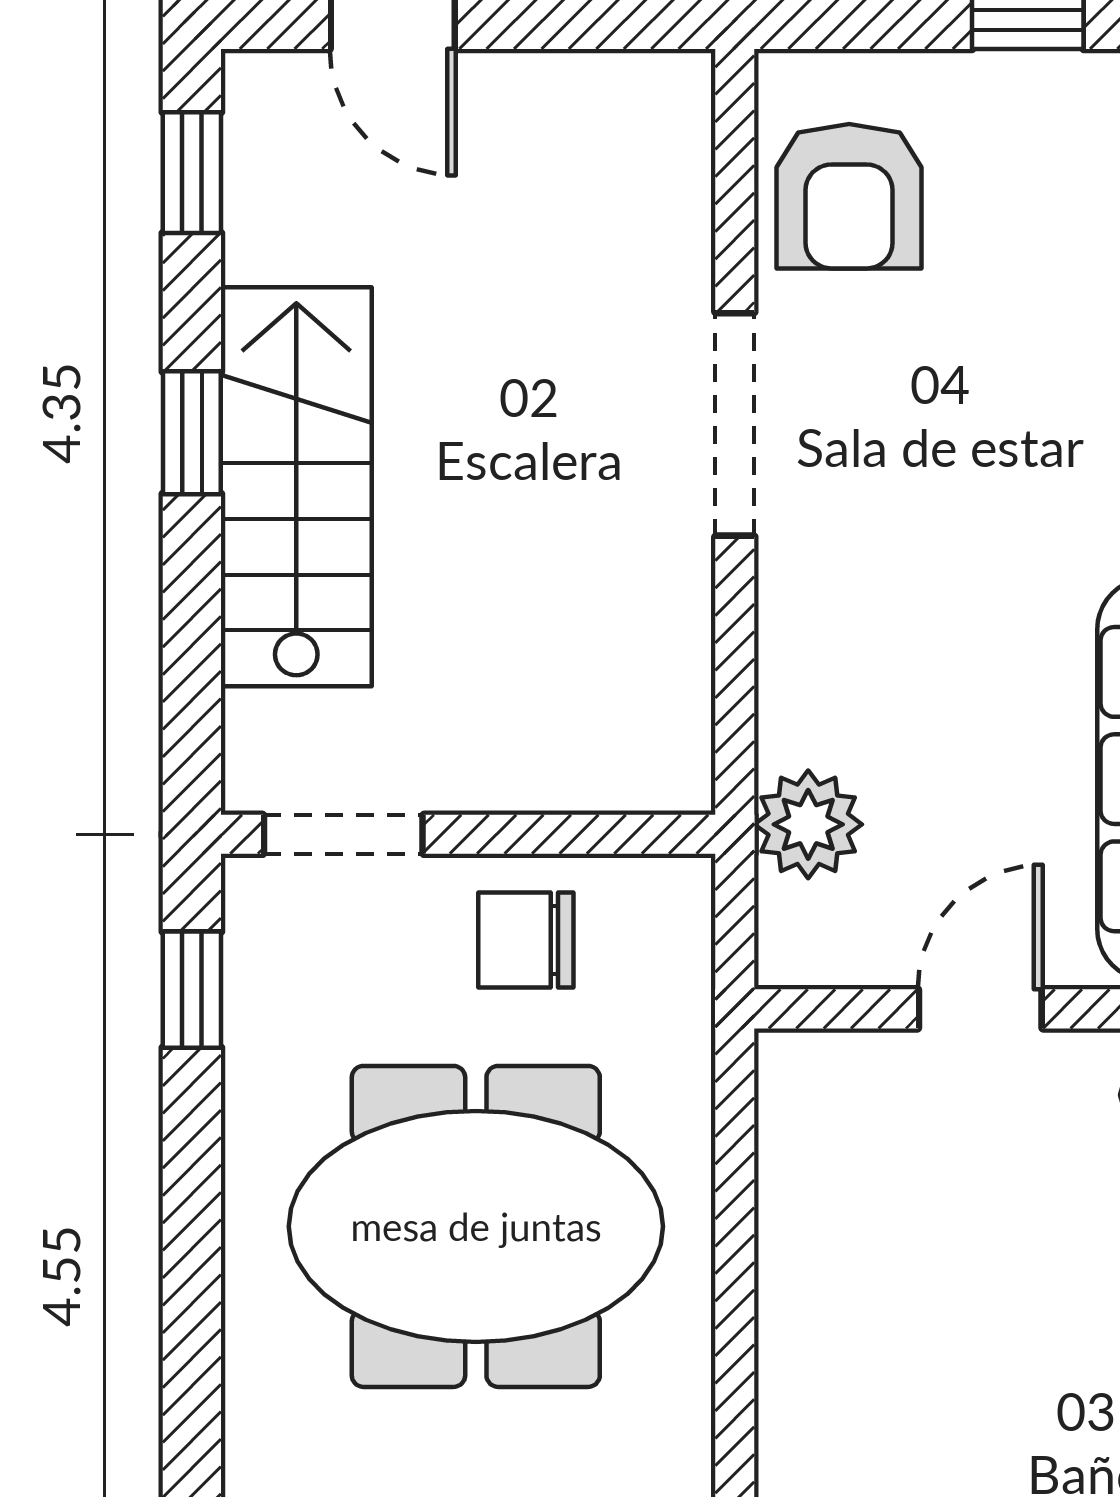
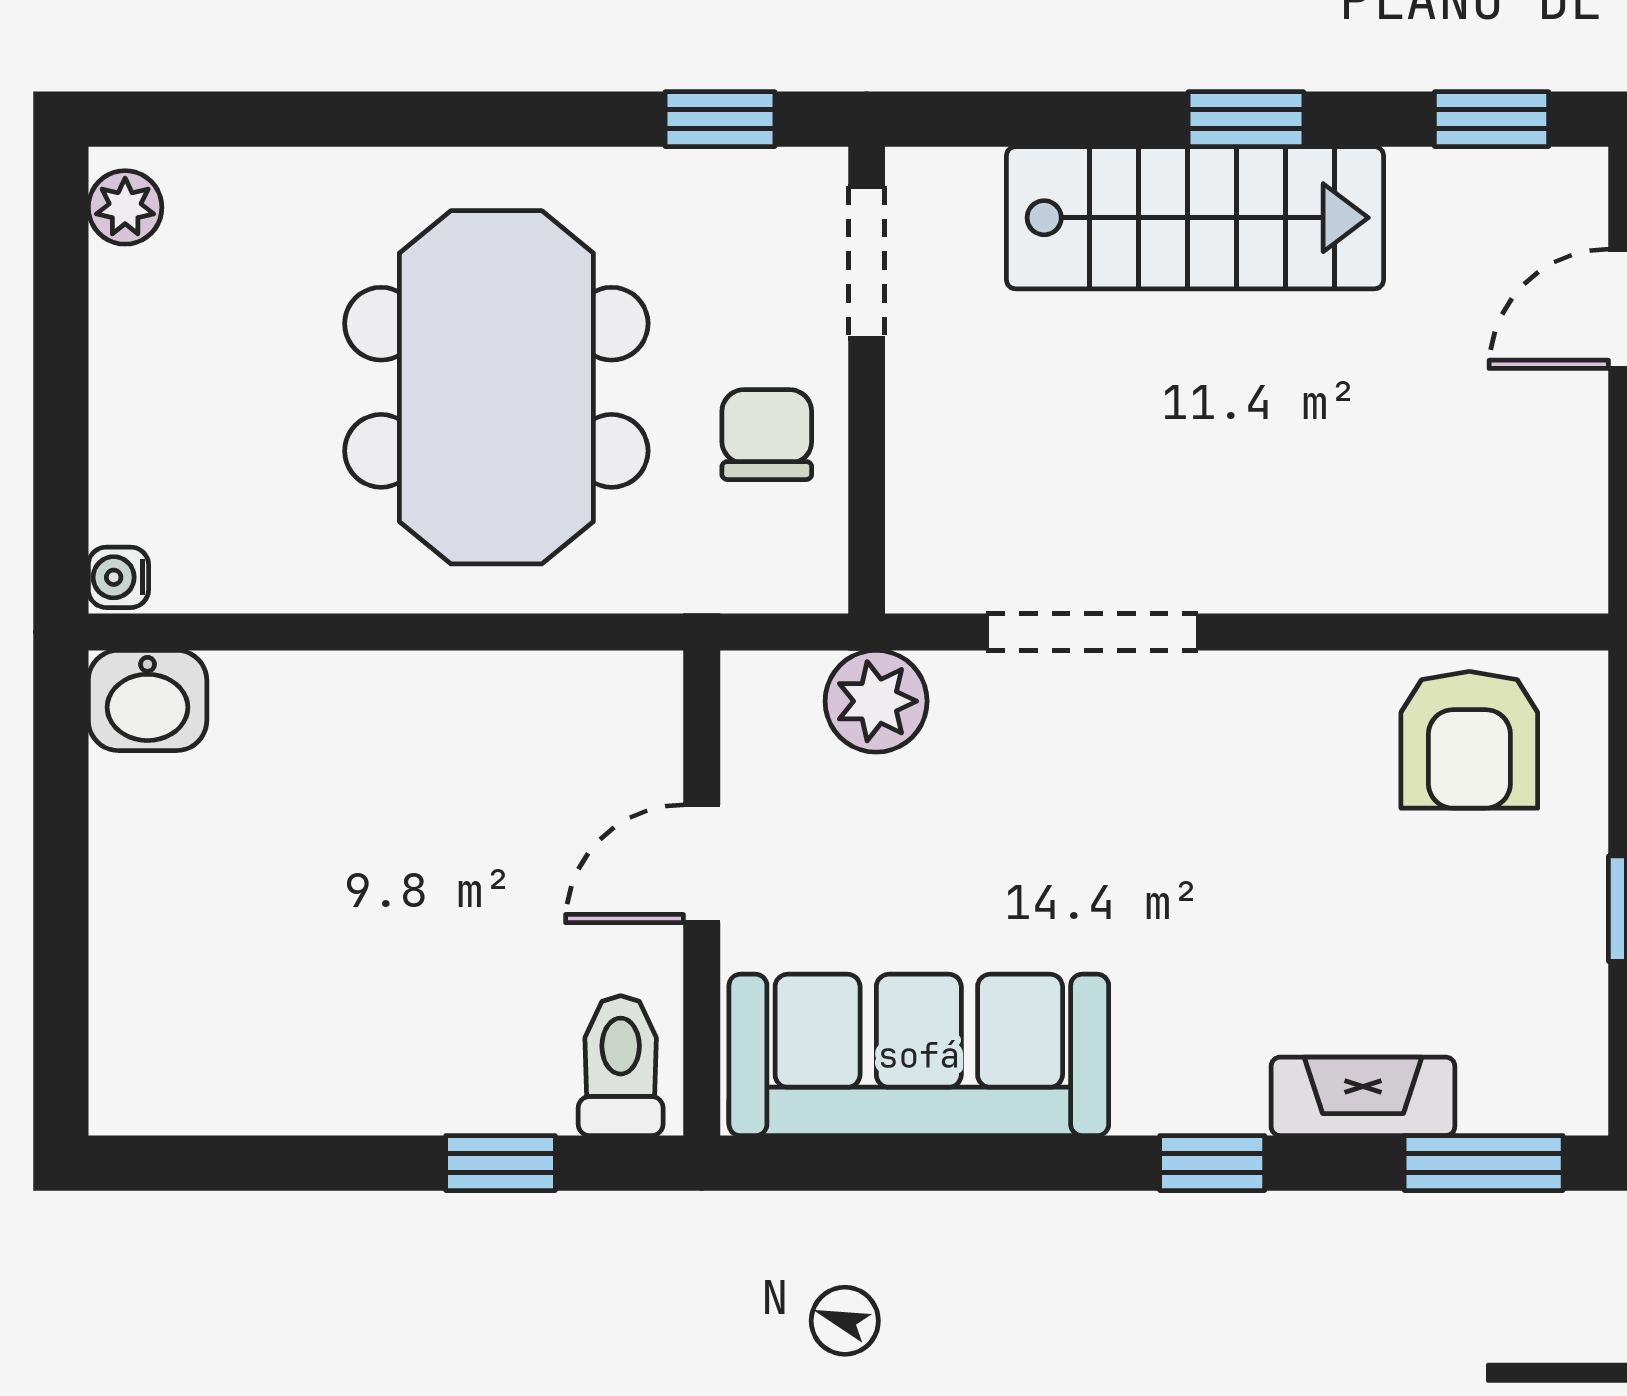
armchair: (849, 196) -> (1469, 740), turned -90
doorway: (735, 424) -> (1092, 632), moved
door: (980, 1009) -> (702, 864), swing flipped

